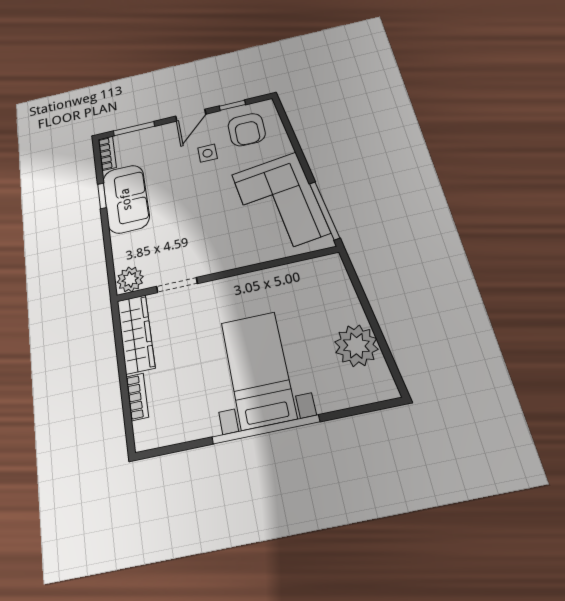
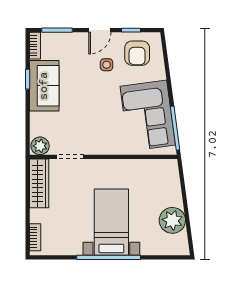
bookcase: (137, 397) -> (35, 237), moved

